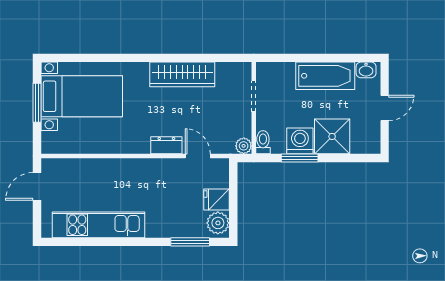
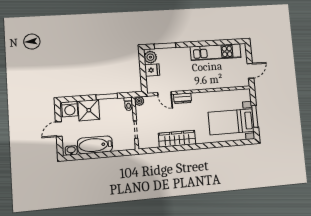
washing machine: (300, 141) -> (70, 109), moved

